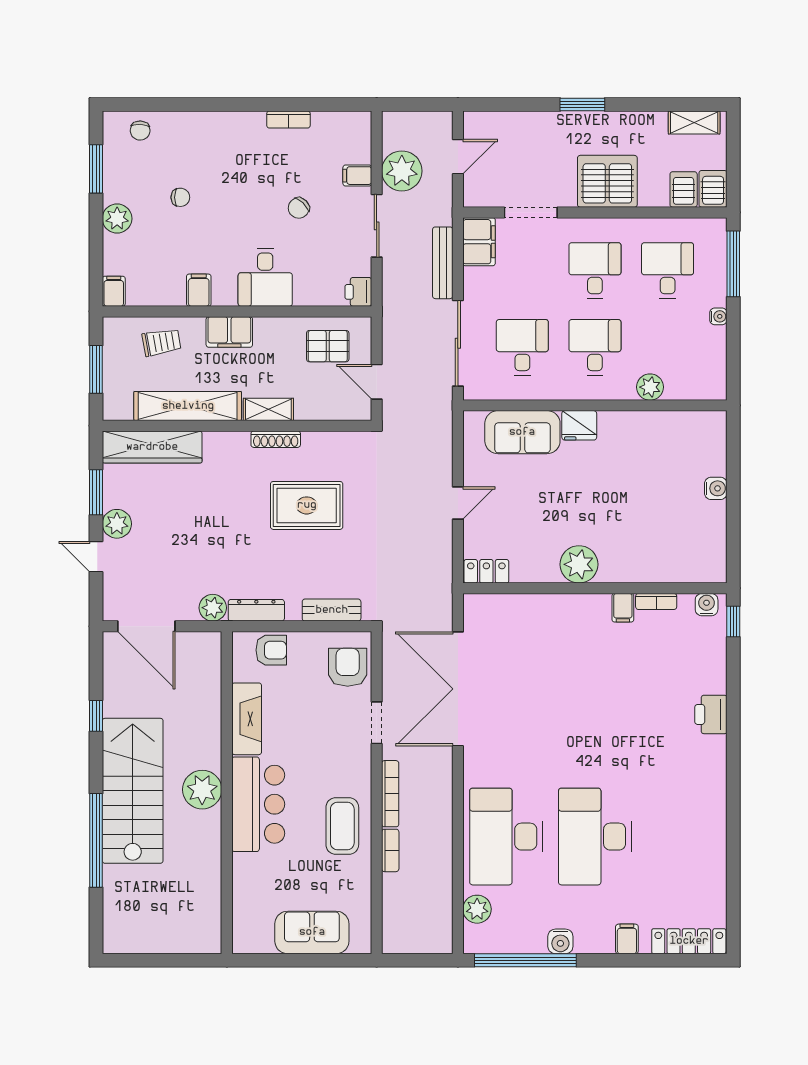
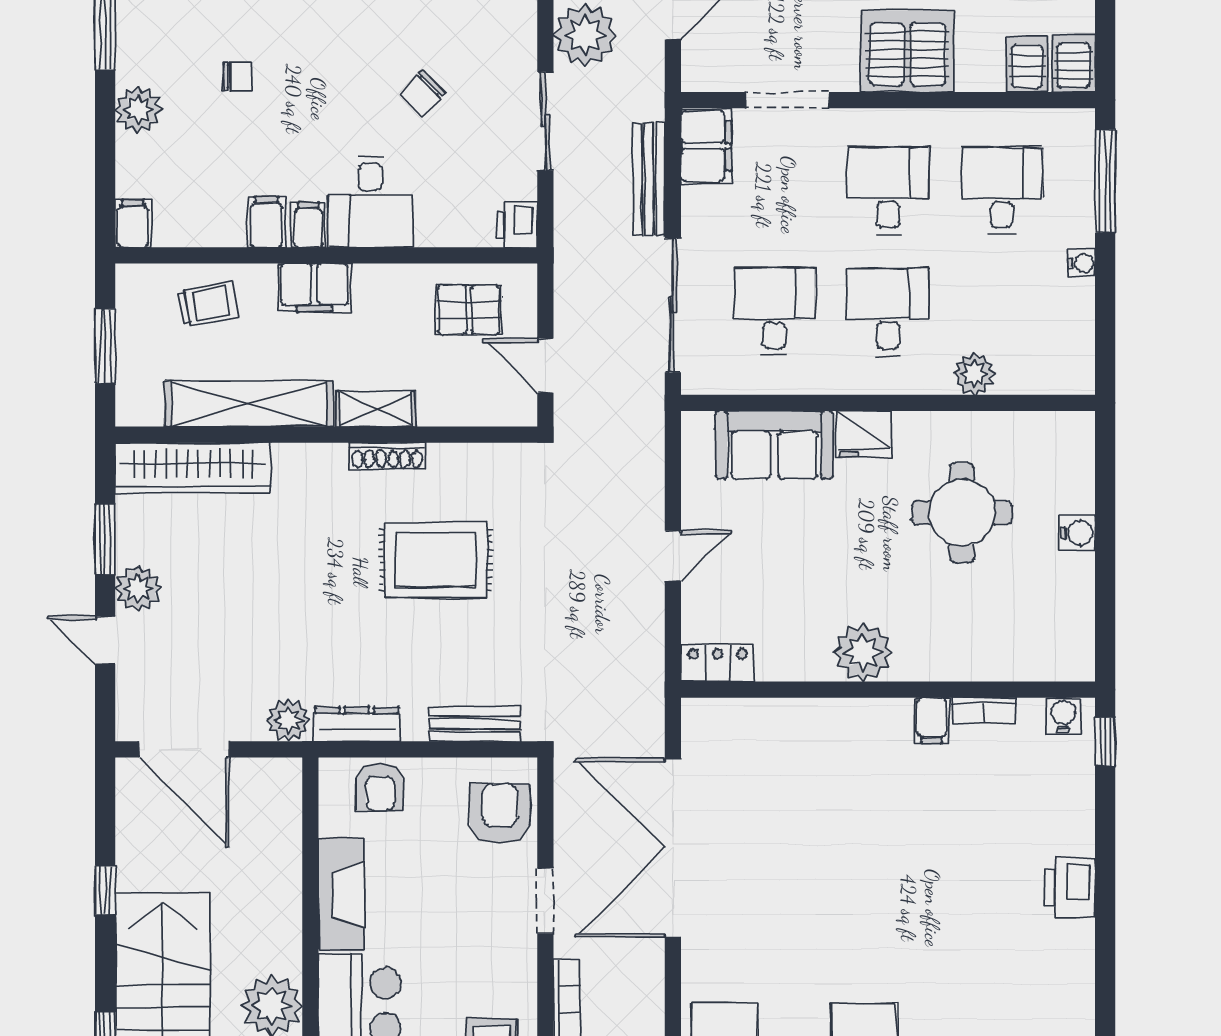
filing cabinet: (357, 176) -> (308, 225), moved, turned 90
round table: (642, 475) -> (962, 513), added
armchair: (271, 650) -> (380, 787), turned 90

